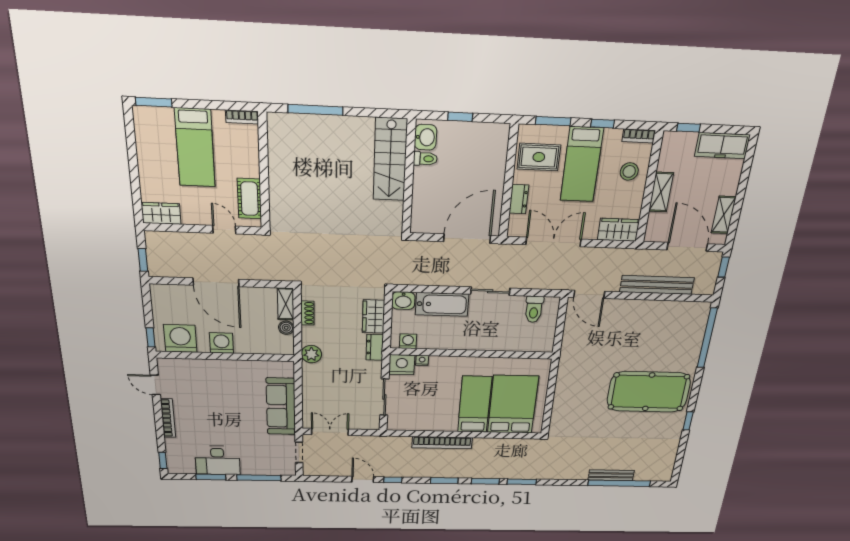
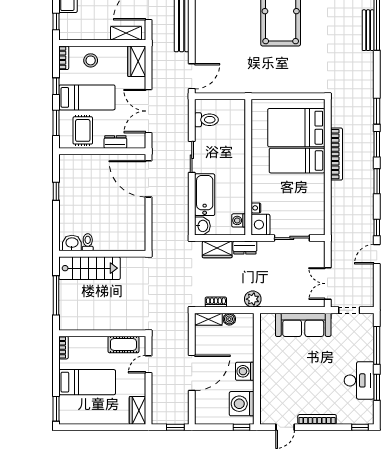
washbasin: (425, 137) -> (72, 243), moved
toilet: (425, 159) -> (88, 242), moved
stairs: (390, 160) -> (90, 268), moved
wall: (409, 177) -> (102, 254), moved
shelving: (661, 192) -> (126, 33), moved
bookcase: (442, 443) -> (336, 154), moved

